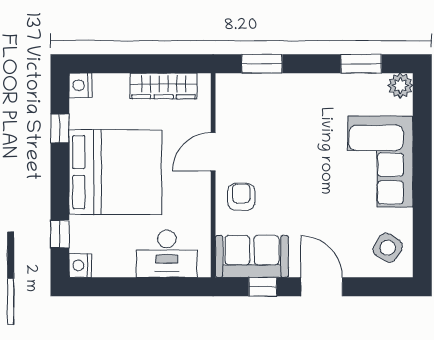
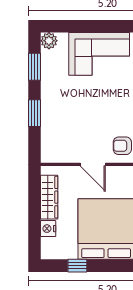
window: (262, 64) -> (35, 113), moved
nightstand: (80, 85) -> (48, 229), moved, turned 90

